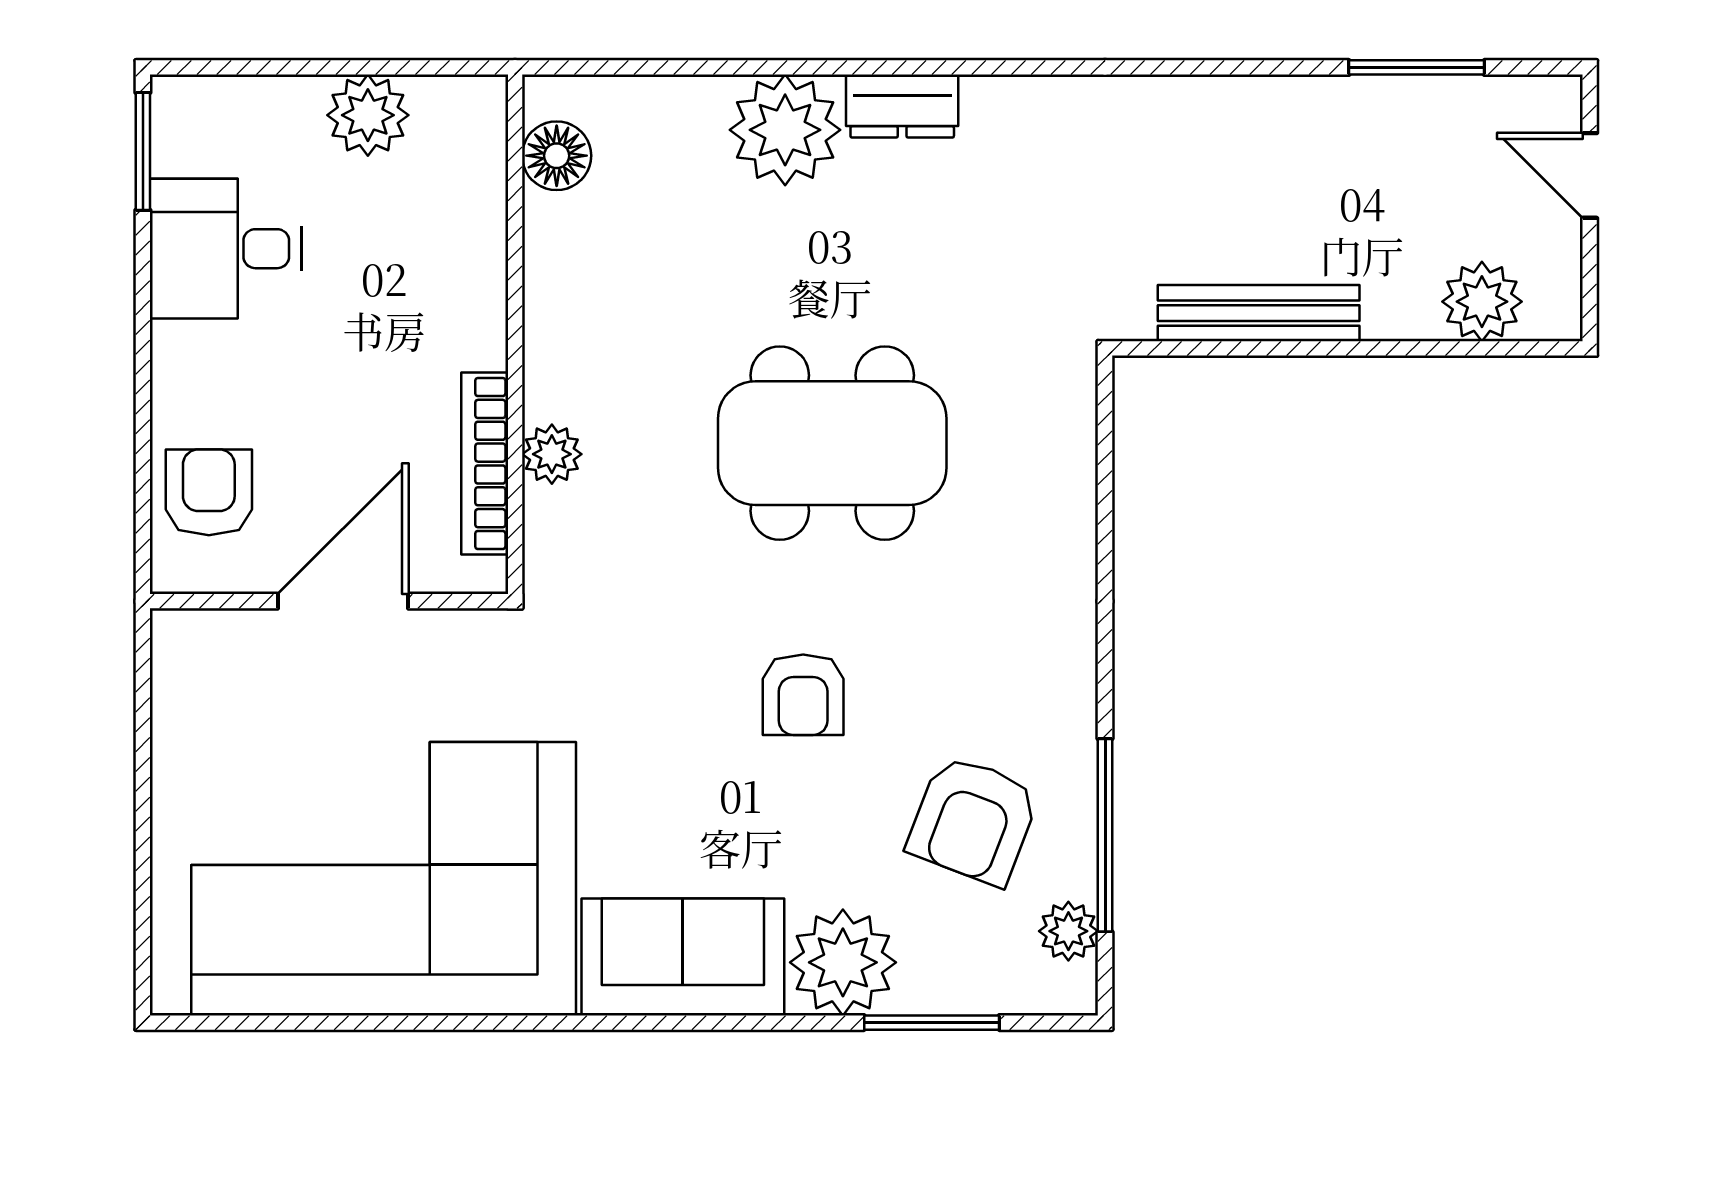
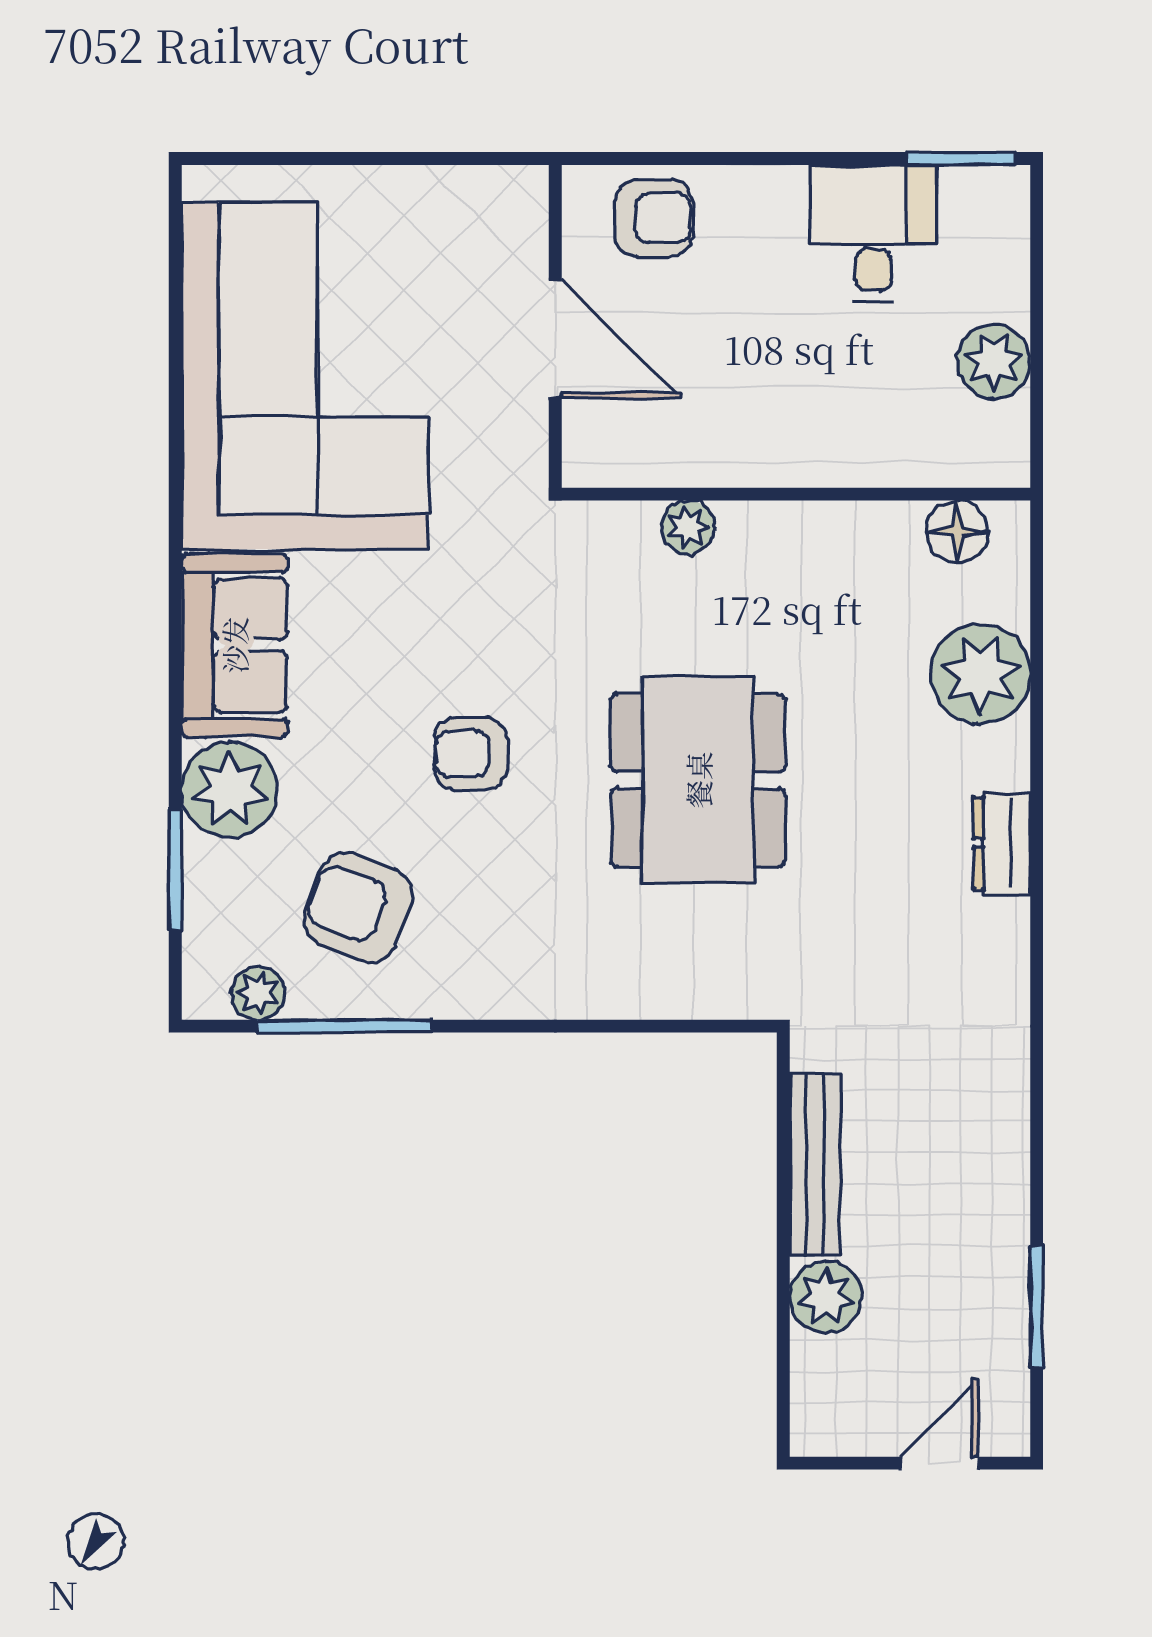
plant: (785, 130) -> (980, 674), moved
plant: (1482, 302) -> (826, 1297), moved
bookcase: (485, 464) -> (679, 467), removed

